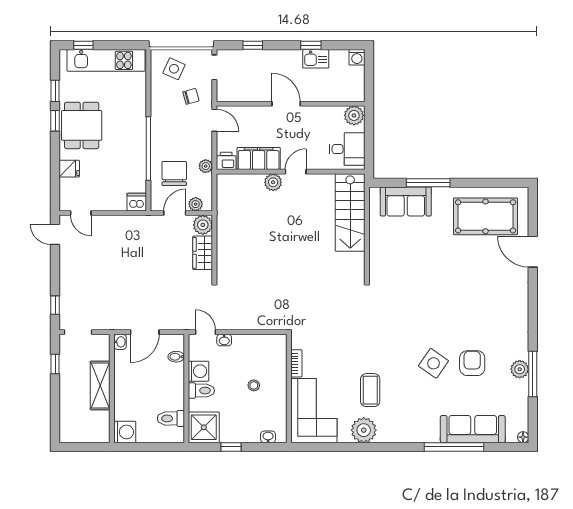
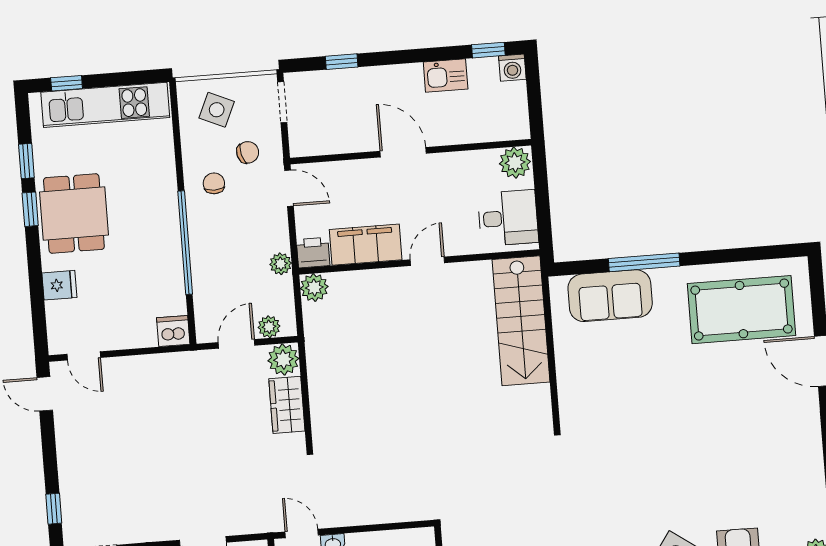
window: (311, 45) -> (488, 50), moved
chair: (174, 173) -> (214, 183), moved, width x0.54, depth x0.54
plant: (273, 182) -> (314, 288), moved

